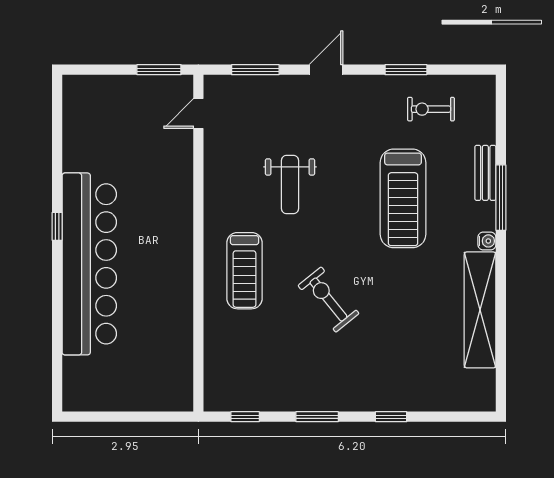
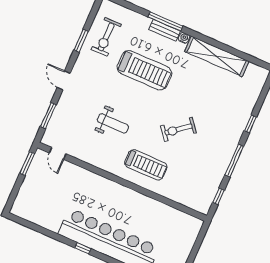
exercise bike: (431, 109) -> (106, 37), width x1.38, depth x1.39
bench: (485, 173) -> (165, 30), moved
window: (317, 417) -> (234, 161), width x1.44

